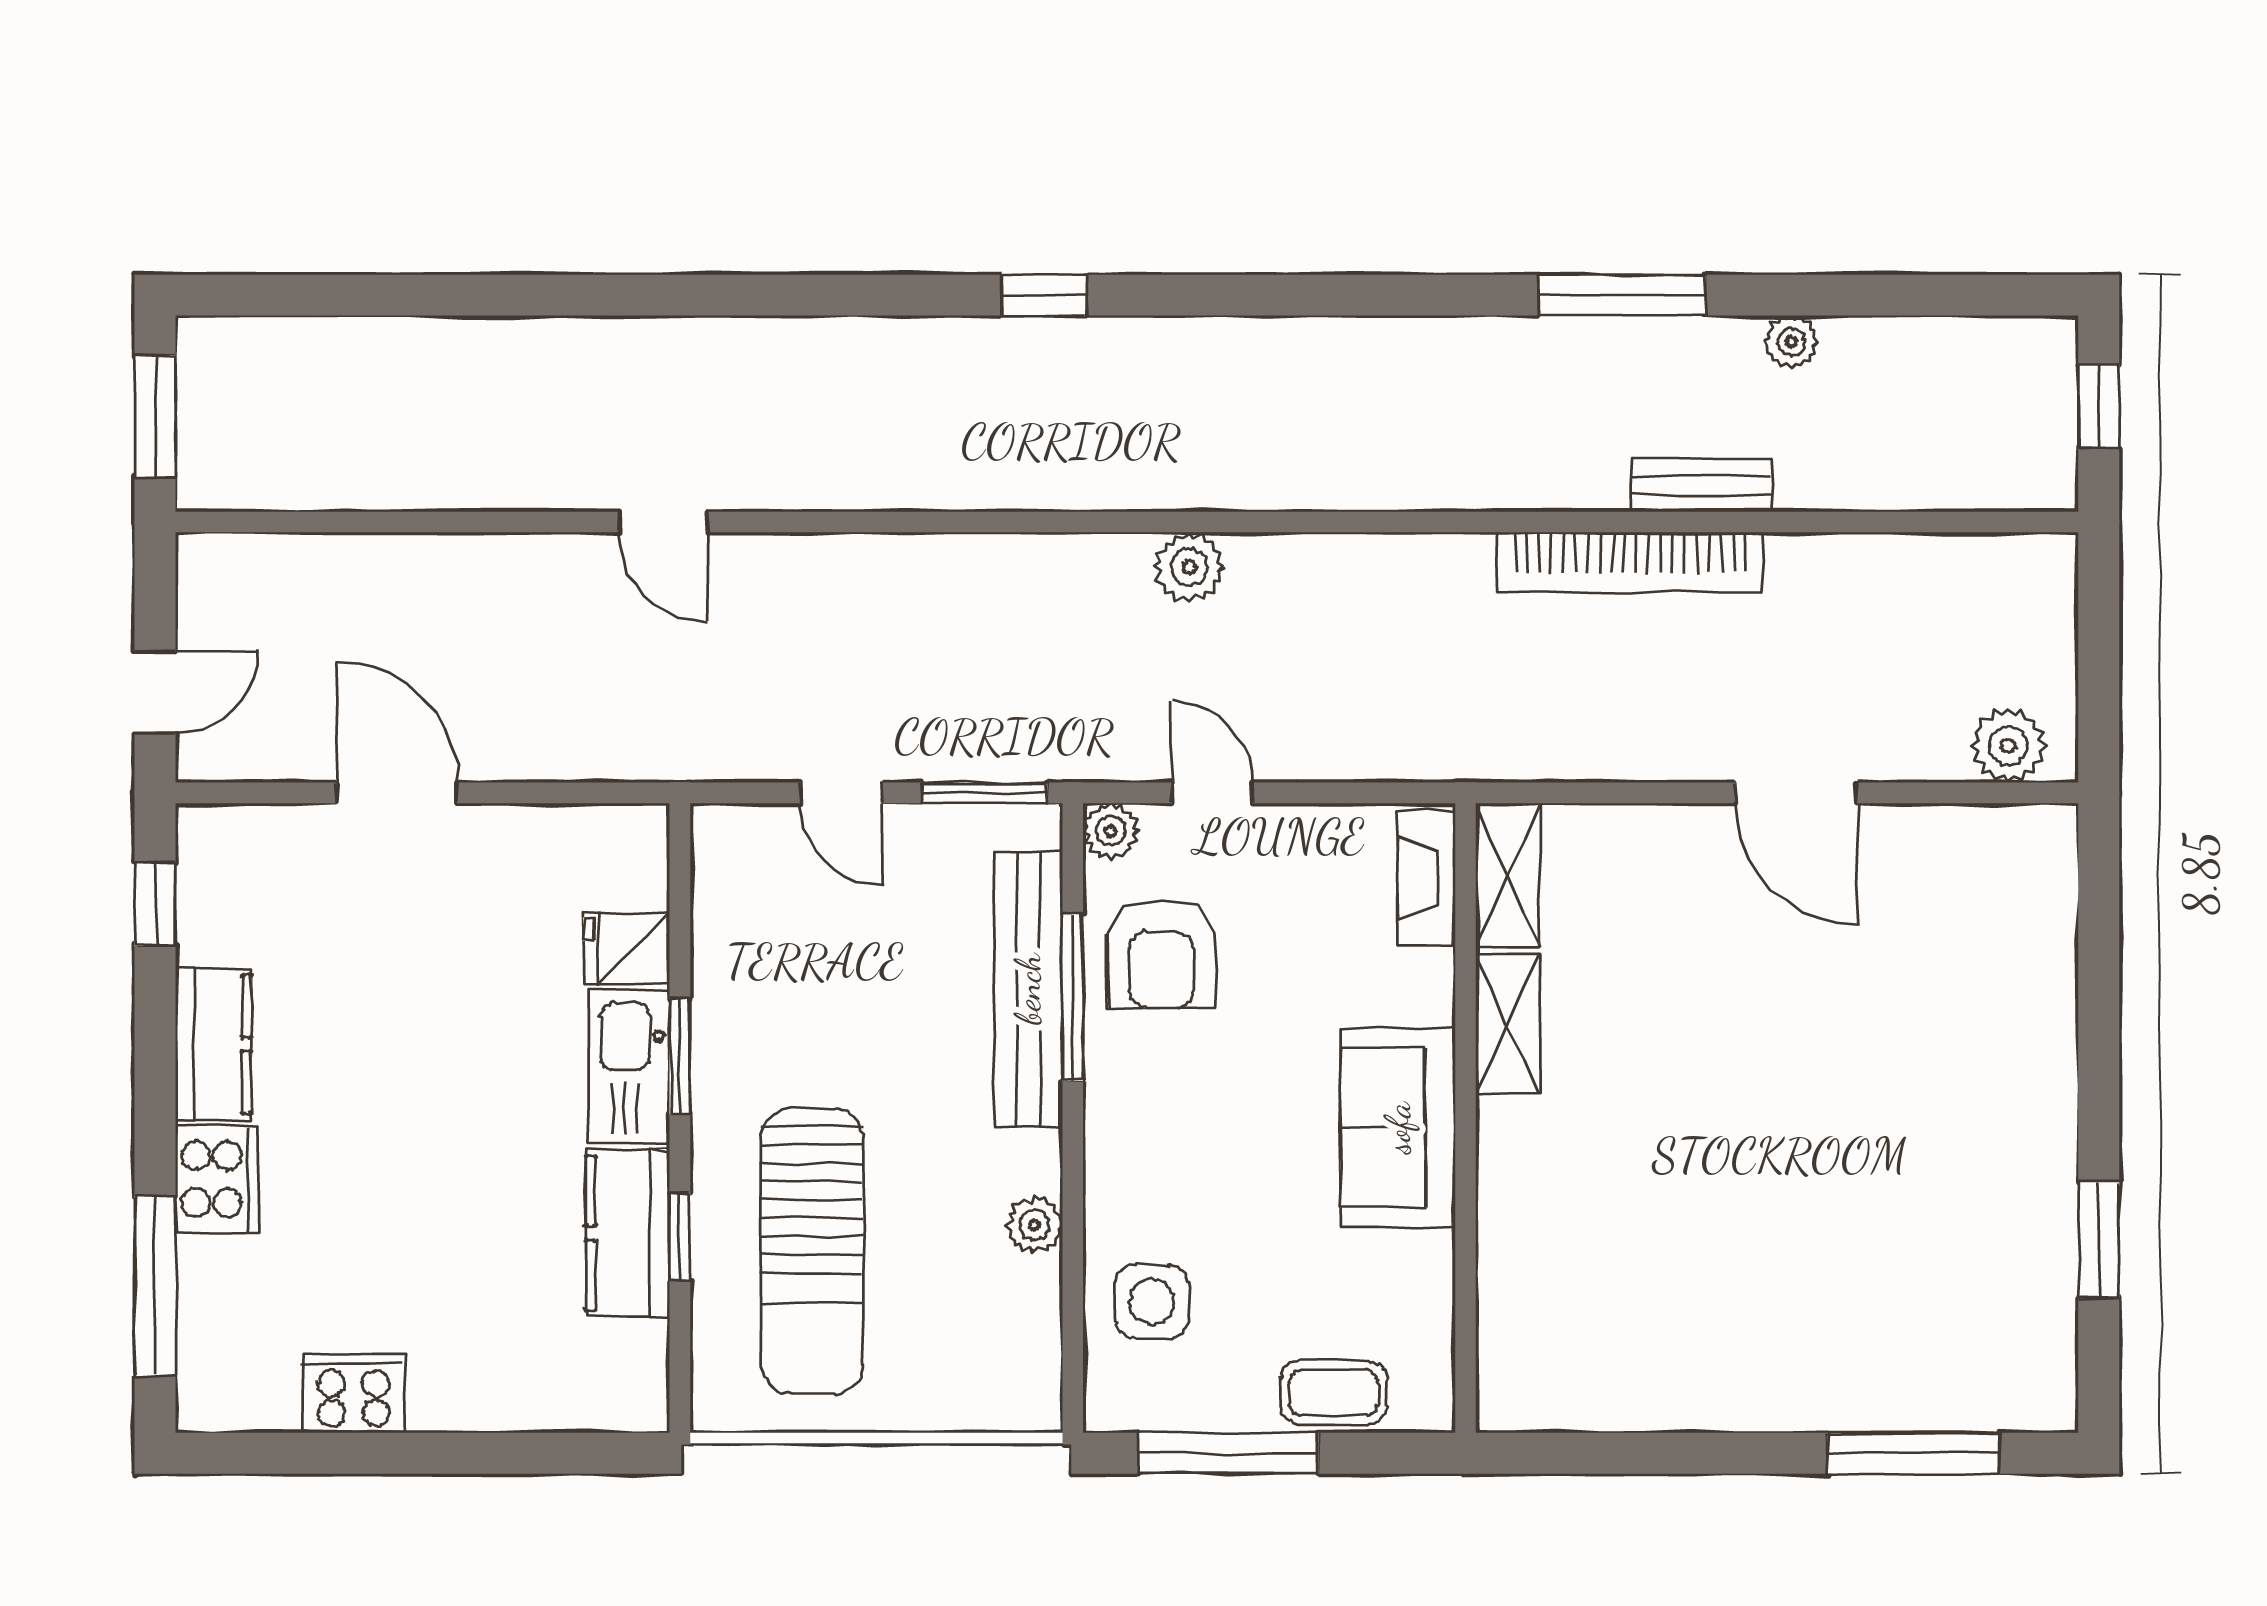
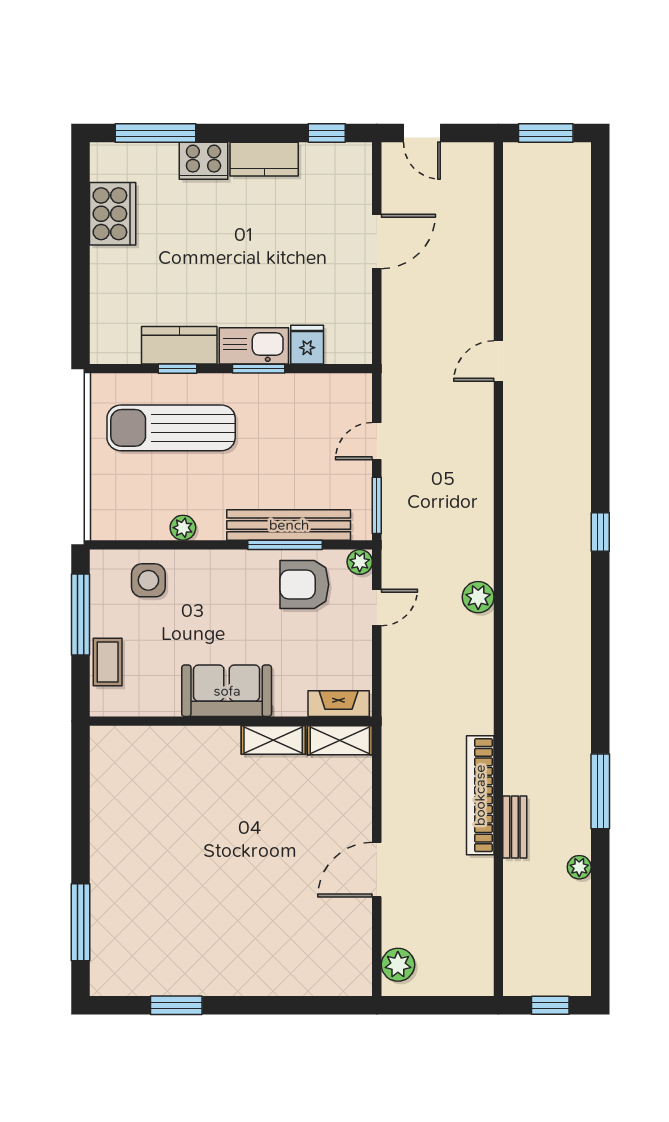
cooker: (354, 1394) -> (113, 214), width x1.37, depth x1.31

